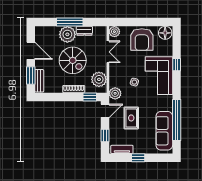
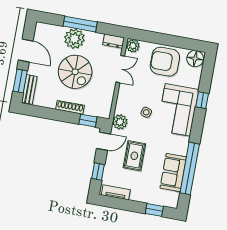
dresser: (84, 31) -> (114, 41), moved
armchair: (142, 40) -> (165, 62), turned 90
plant: (99, 79) -> (103, 101), removed
sofa: (164, 131) -> (173, 173), width x0.73
window: (138, 158) -> (154, 210), moved

